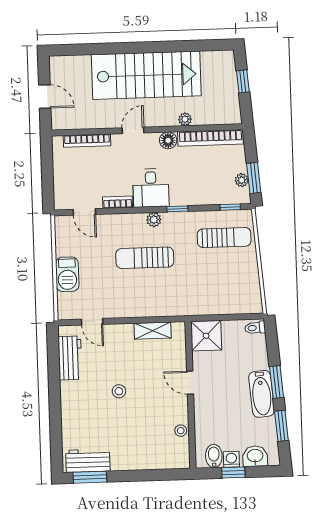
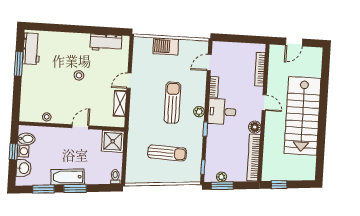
window: (243, 81) -> (279, 185), moved
plant: (185, 119) -> (269, 141), removed
sun lounger: (224, 238) -> (167, 153), moved, turned -88
door: (92, 322) -> (129, 81), moved
window: (90, 477) -> (19, 64), moved

